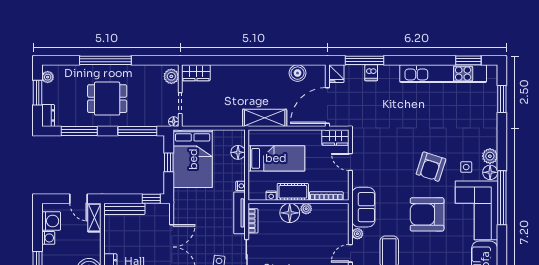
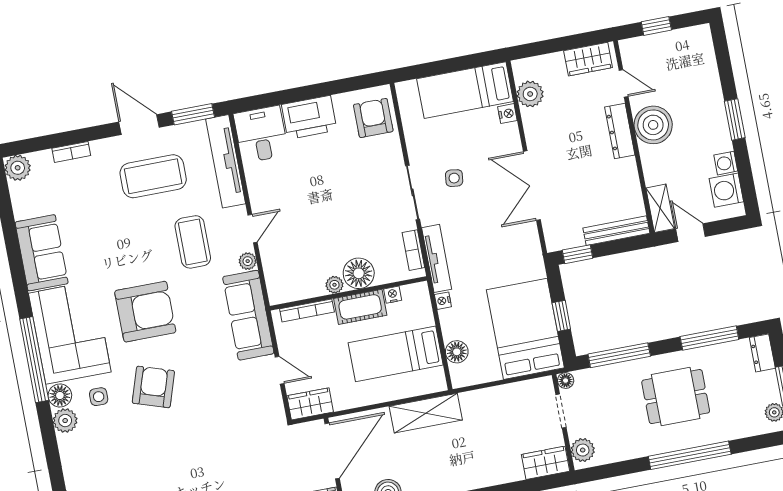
sofa: (363, 207) -> (248, 315), width x1.36

